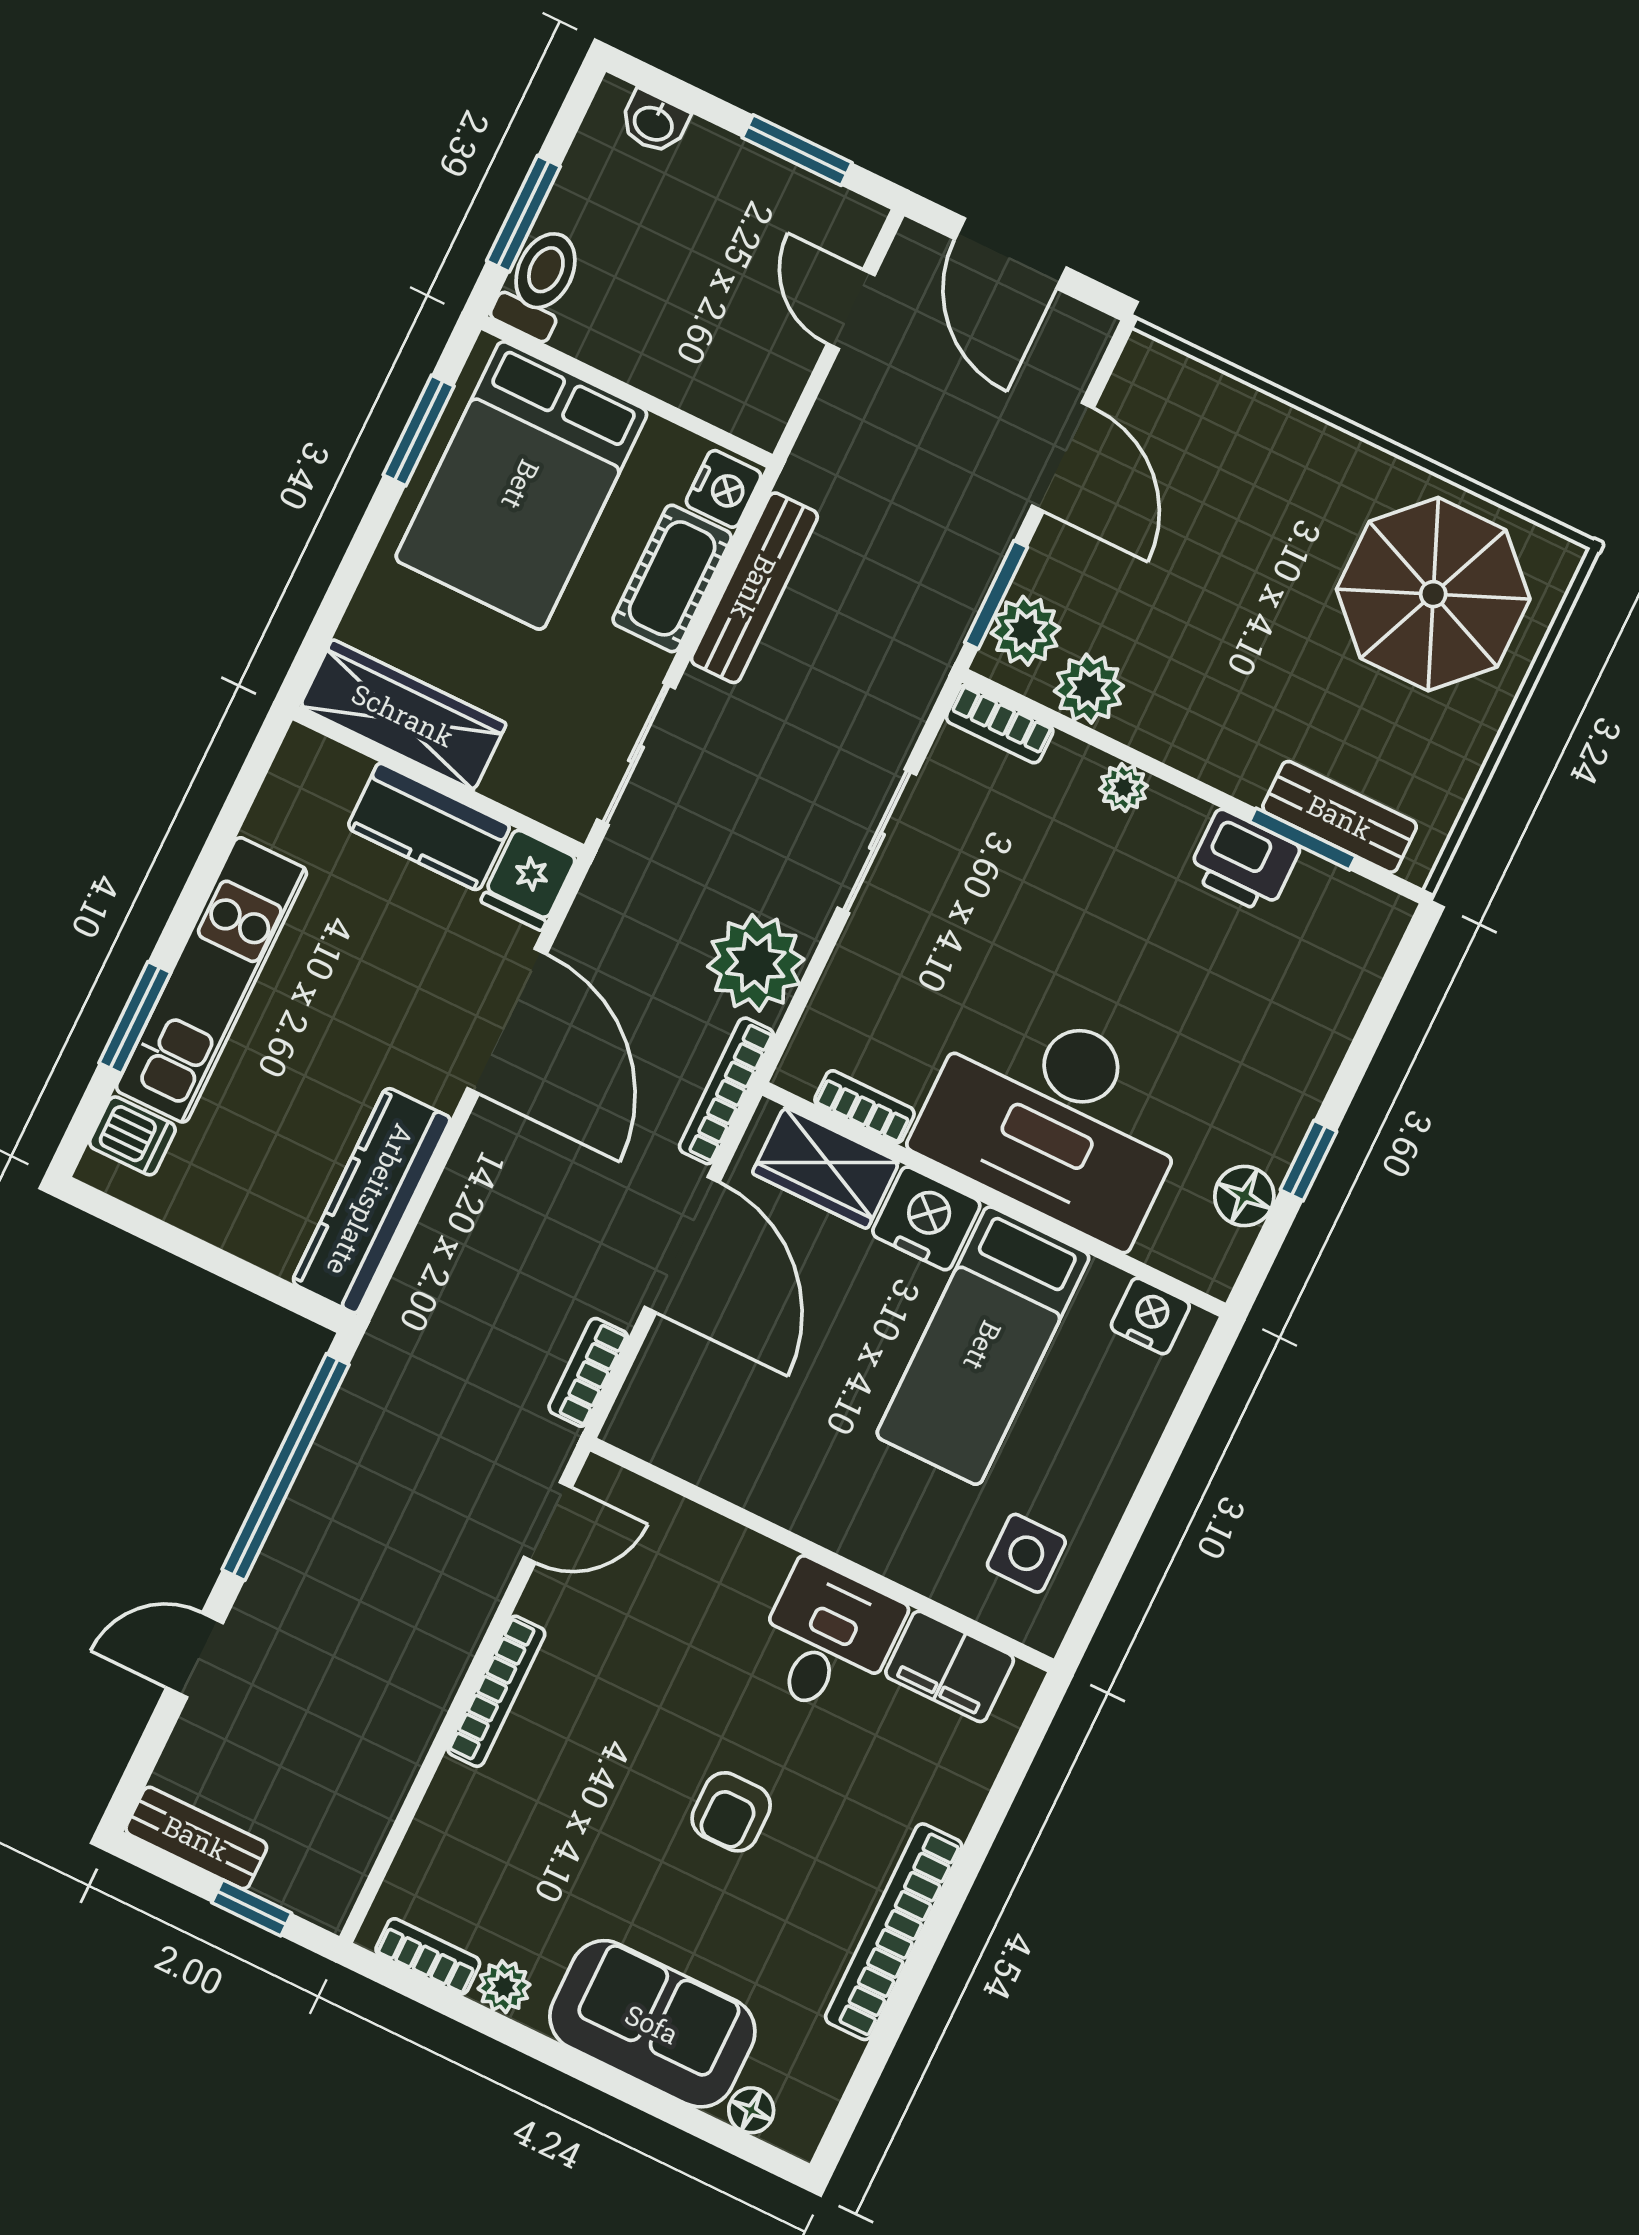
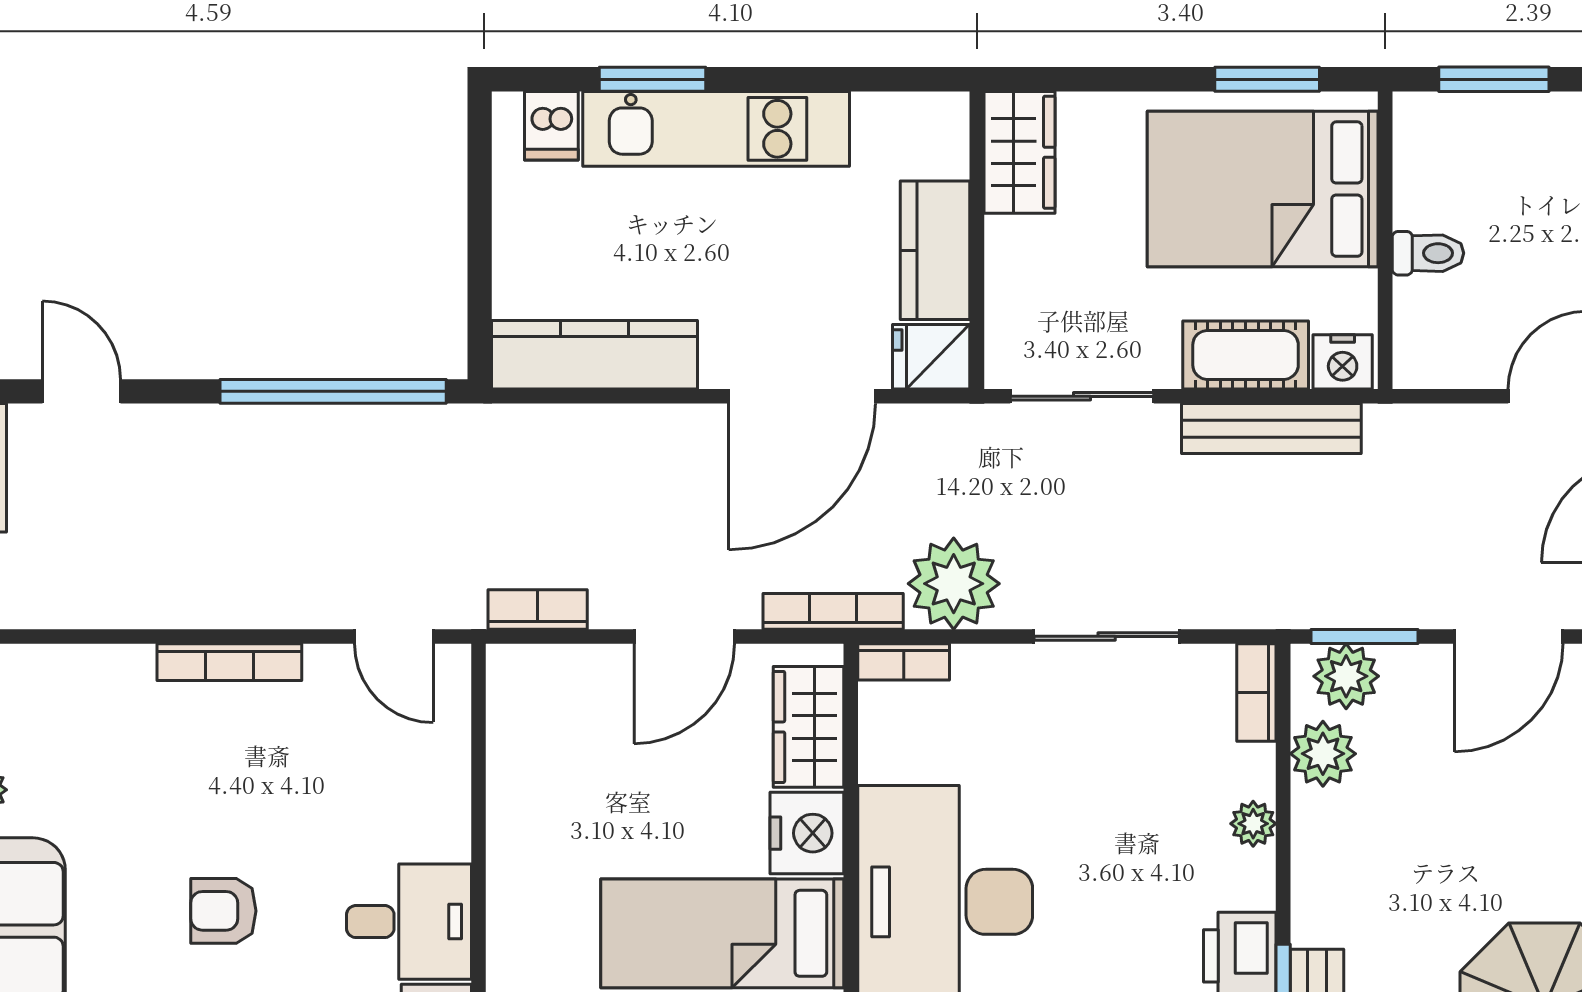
toilet: (540, 283) -> (1428, 253), moved, width x0.73, depth x0.72
wardrobe: (403, 715) -> (1019, 152), width x0.67
bookcase: (865, 1107) -> (904, 662), moved, turned 90
door: (682, 1245) -> (684, 636), width x0.73
door: (195, 1655) -> (81, 391), moved

